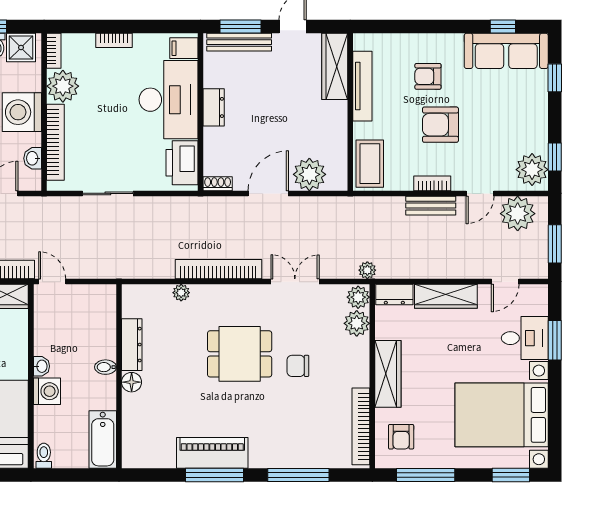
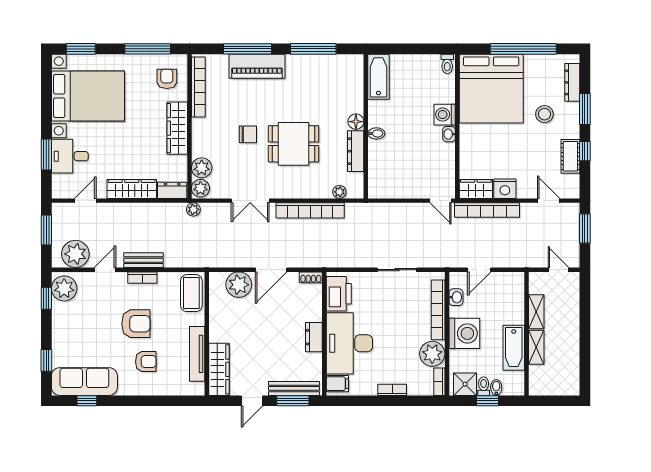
dresser: (132, 345) -> (356, 151), moved
bidet: (106, 367) -> (376, 133), moved
wall: (119, 376) -> (366, 126), moved
floor lamp: (132, 382) -> (356, 122), moved
bathtub: (103, 439) -> (378, 77), moved
piano: (212, 453) -> (257, 66), moved

